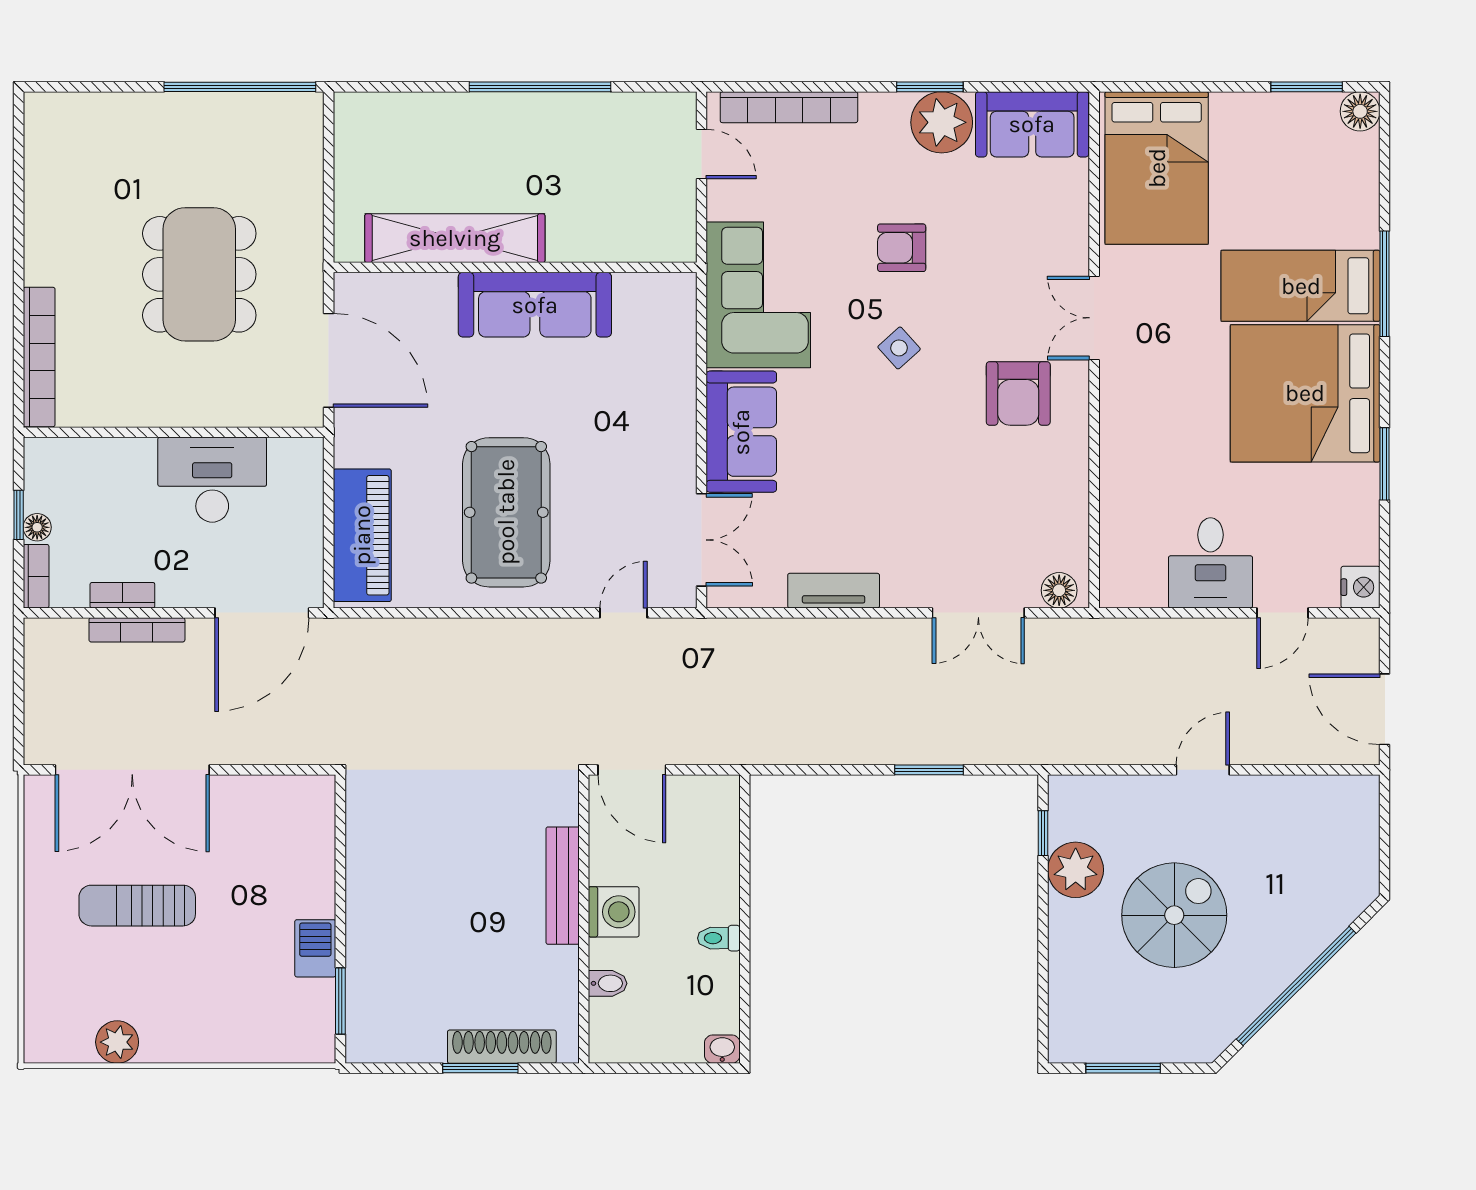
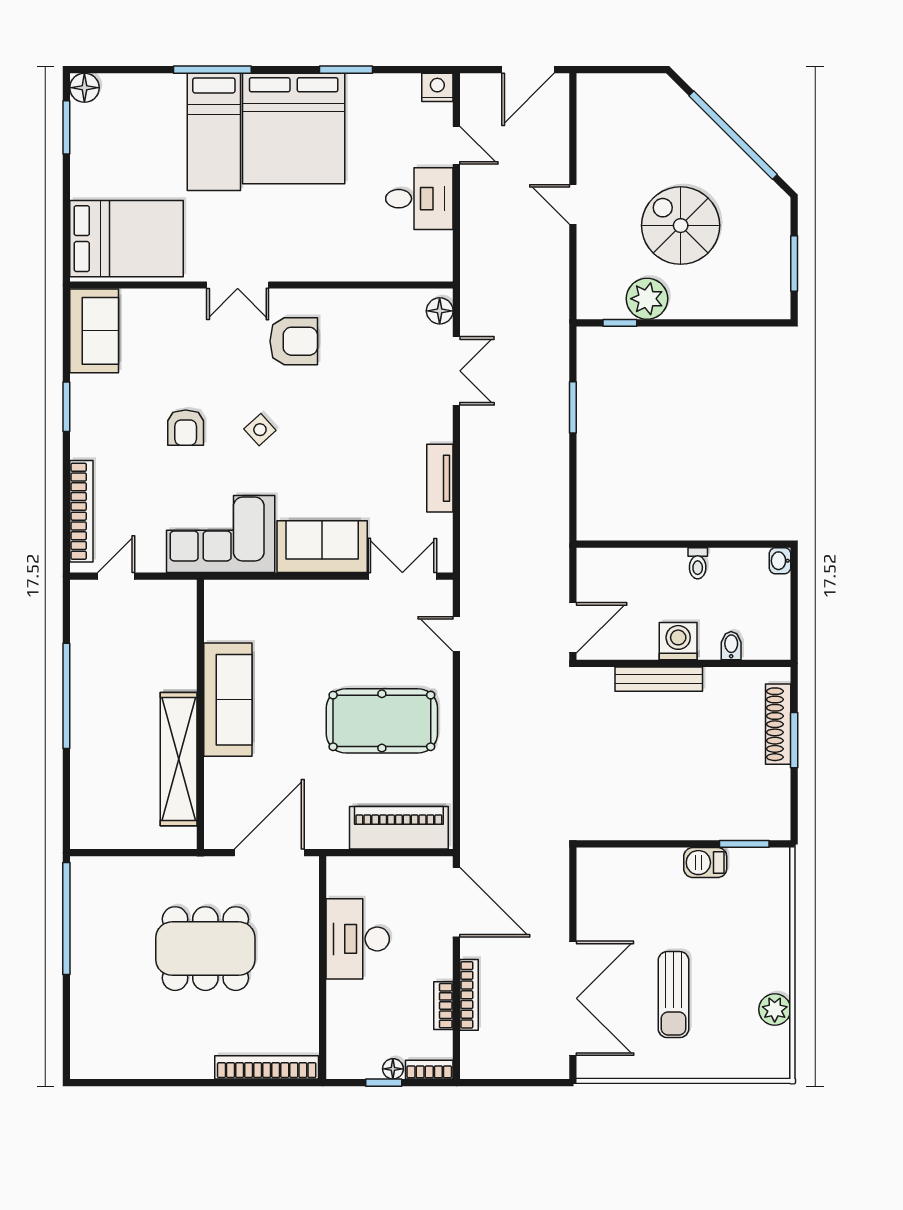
plant: (942, 122) -> (93, 398), removed

